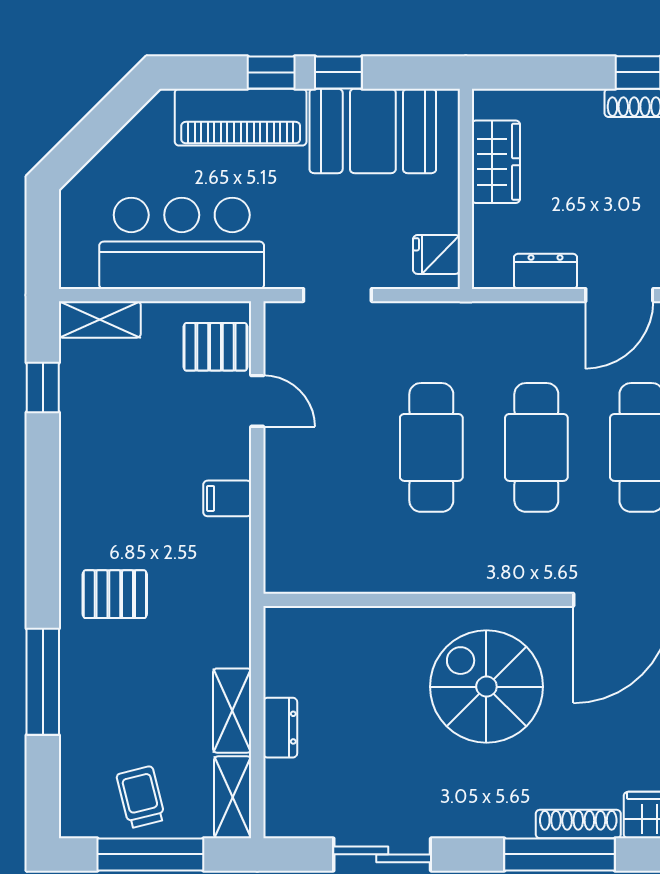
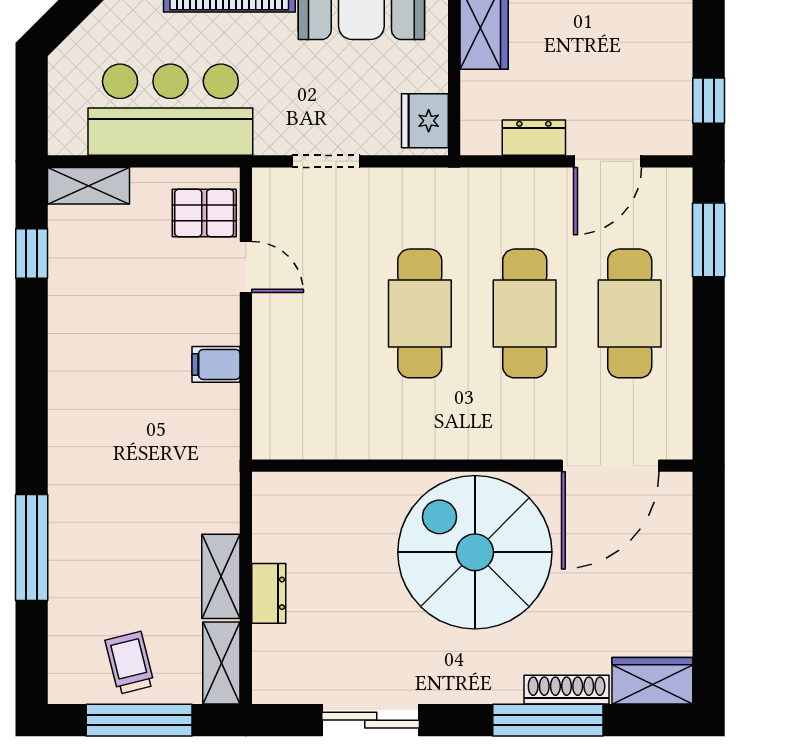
fridge: (436, 254) -> (425, 121), width x1.38
pallet: (115, 594) -> (104, 460), removed
spiral stairs: (486, 687) -> (475, 552), width x1.37, depth x1.37

